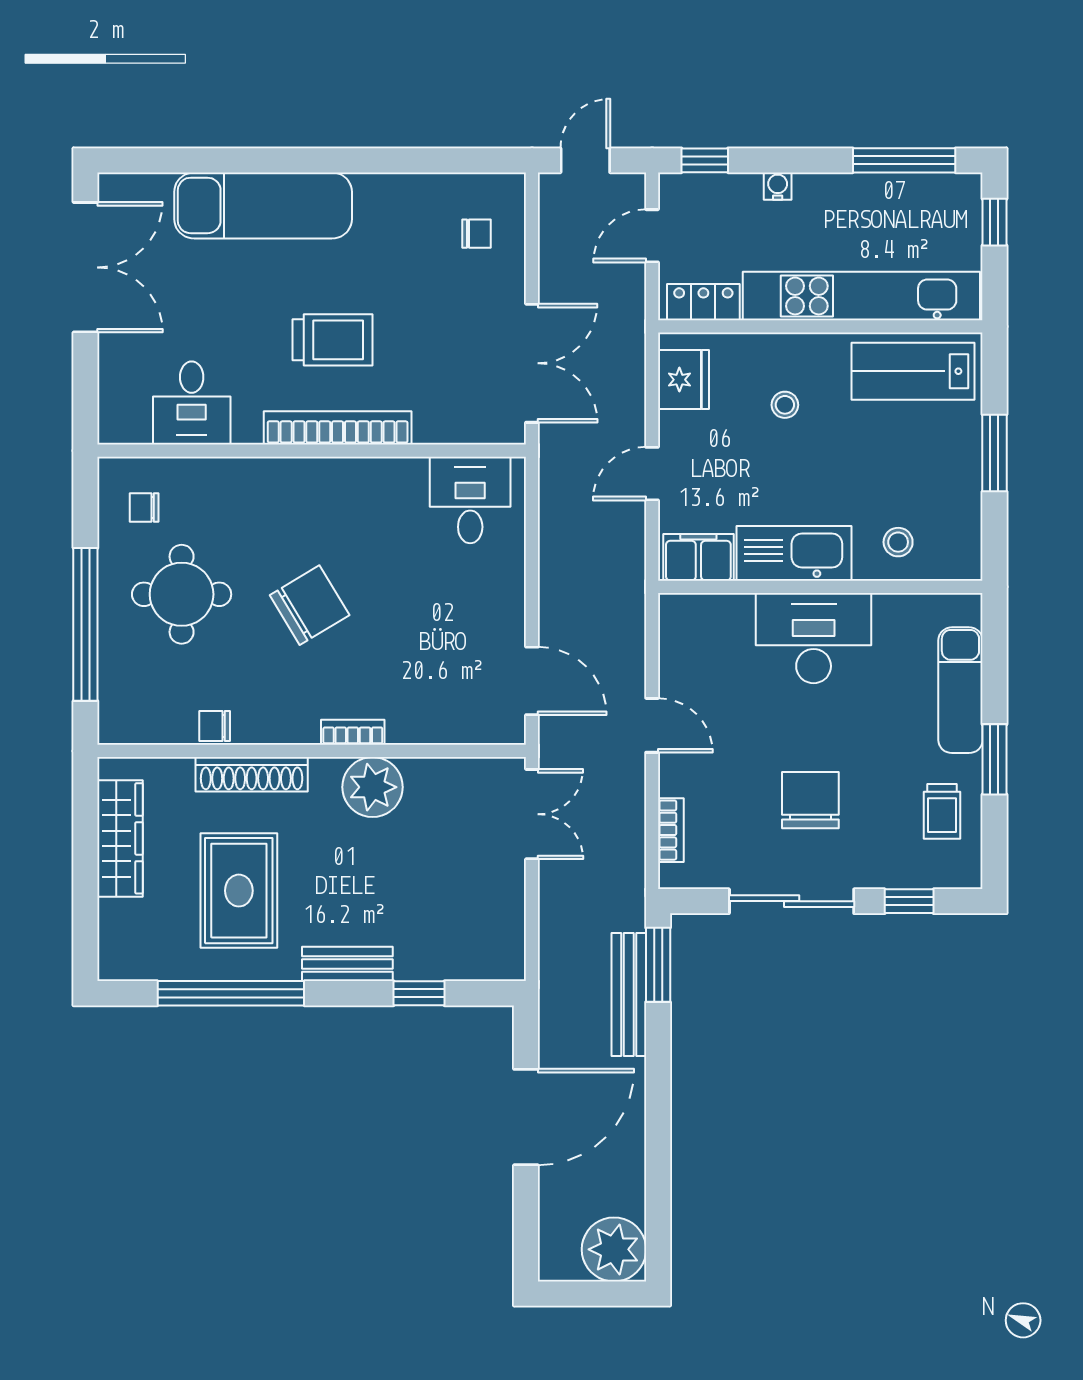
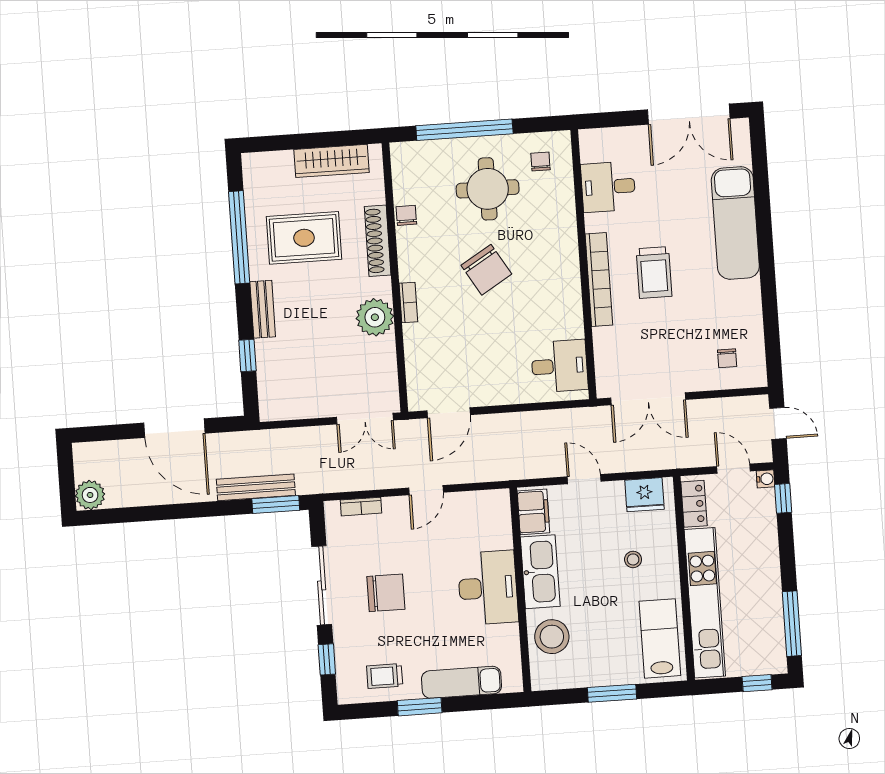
water cooler: (778, 186) -> (766, 479), moved
stool: (898, 542) -> (552, 637), width x1.89, depth x1.89
plant: (614, 1249) -> (90, 495), width x0.73, depth x0.73

